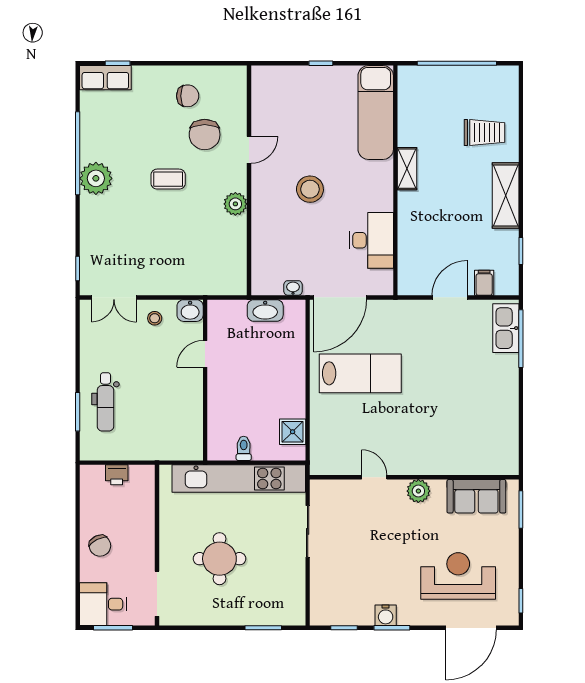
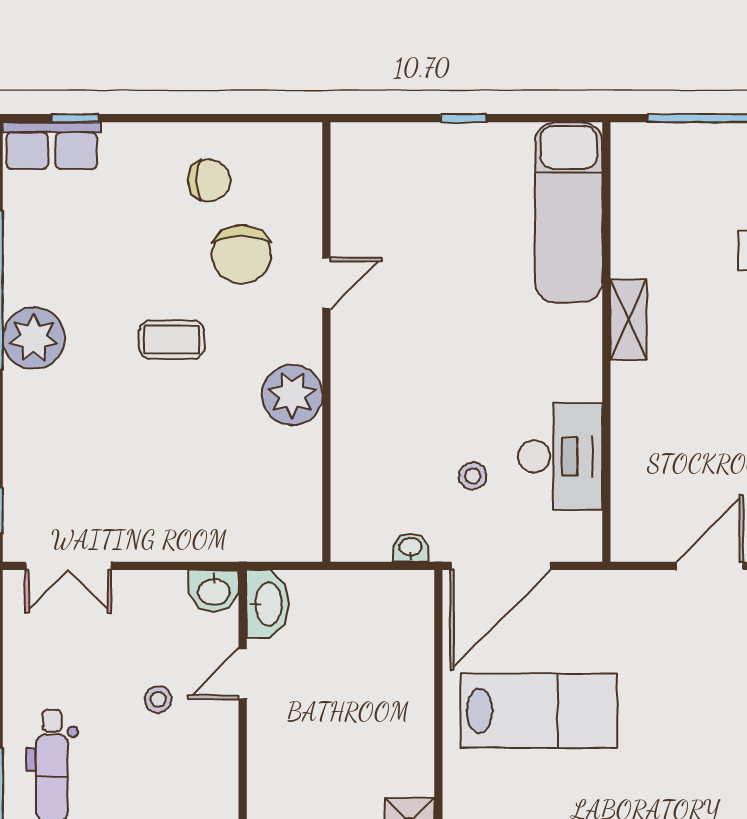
stool: (310, 189) -> (473, 476), moved, width x0.53, depth x0.53
plant: (235, 204) -> (292, 395), width x1.36, depth x1.36
washbasin: (265, 310) -> (267, 604), moved, turned -90
stool: (155, 318) -> (158, 699), moved

